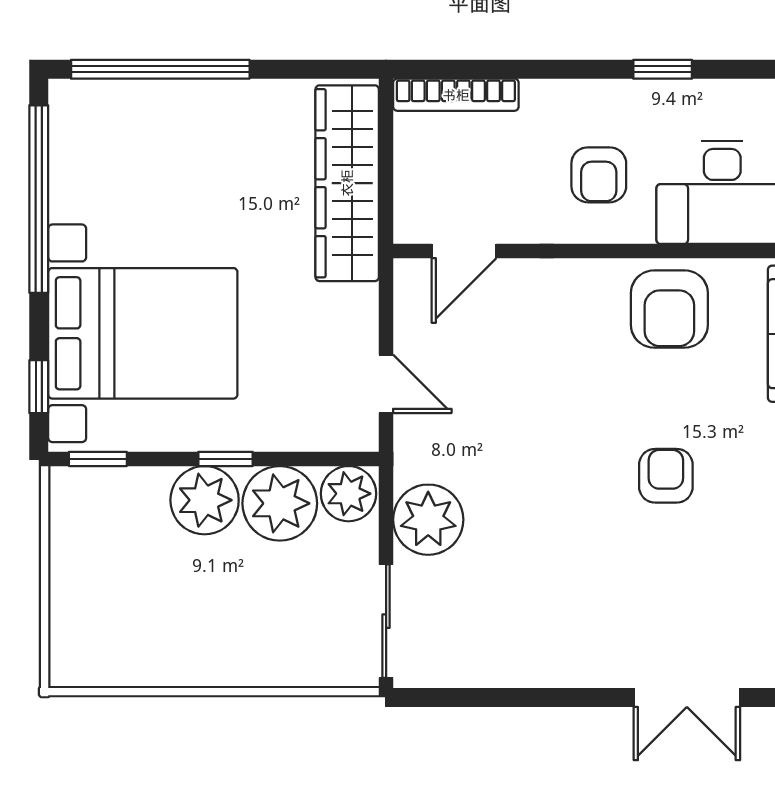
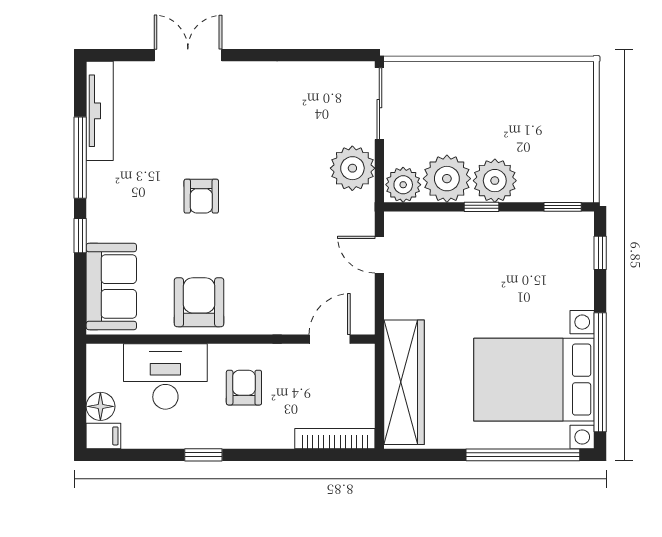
bed with nightstands: (143, 333) -> (534, 380), moved

